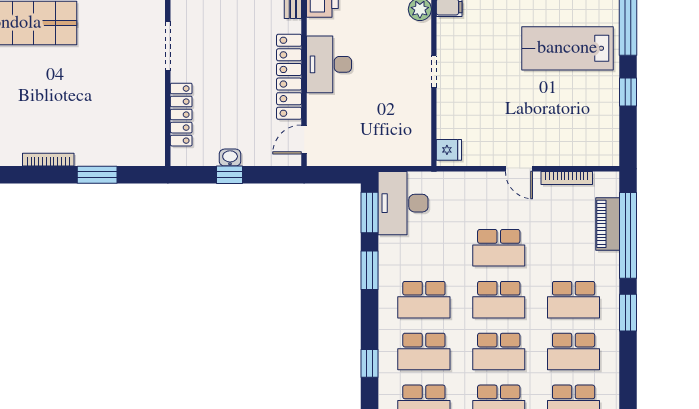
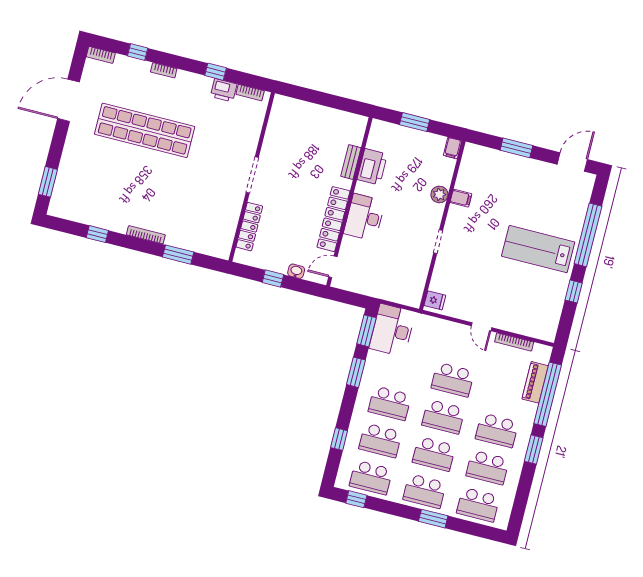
washbasin: (230, 158) -> (296, 271), moved

